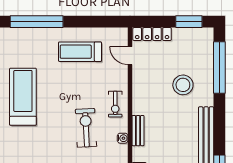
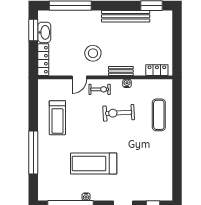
washbasin: (186, 35) -> (44, 32), added
door: (130, 56) -> (79, 77), moved
stool: (183, 85) -> (93, 53), moved

